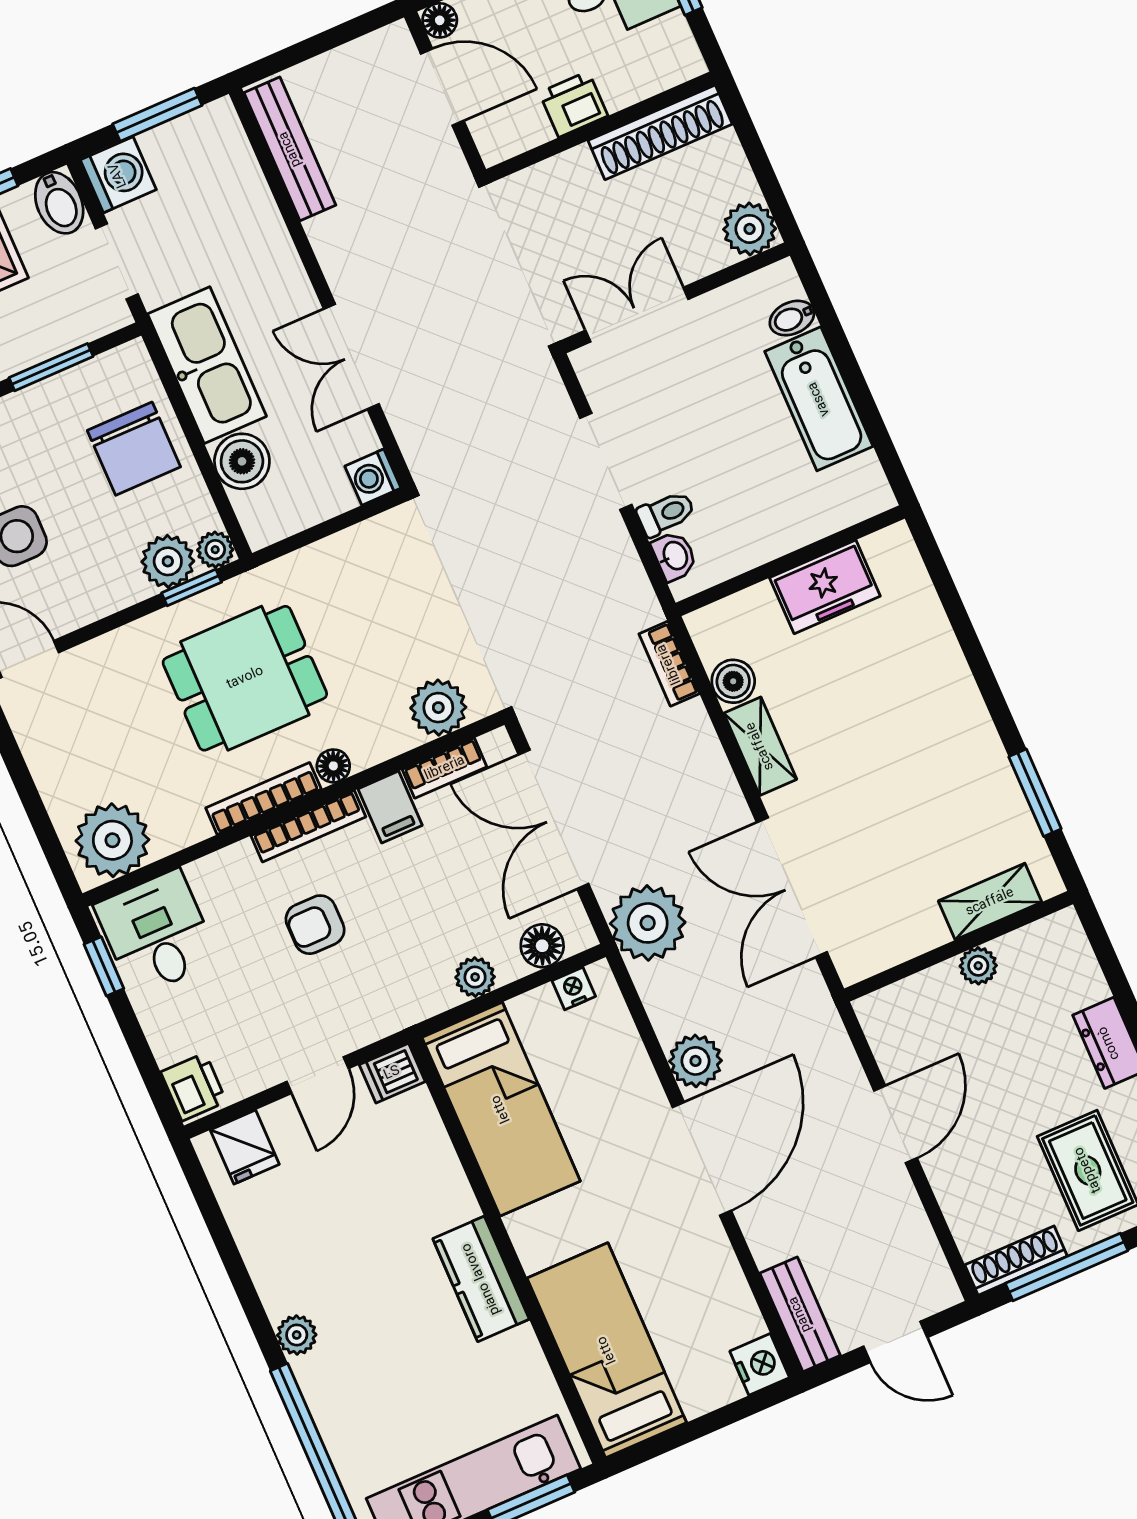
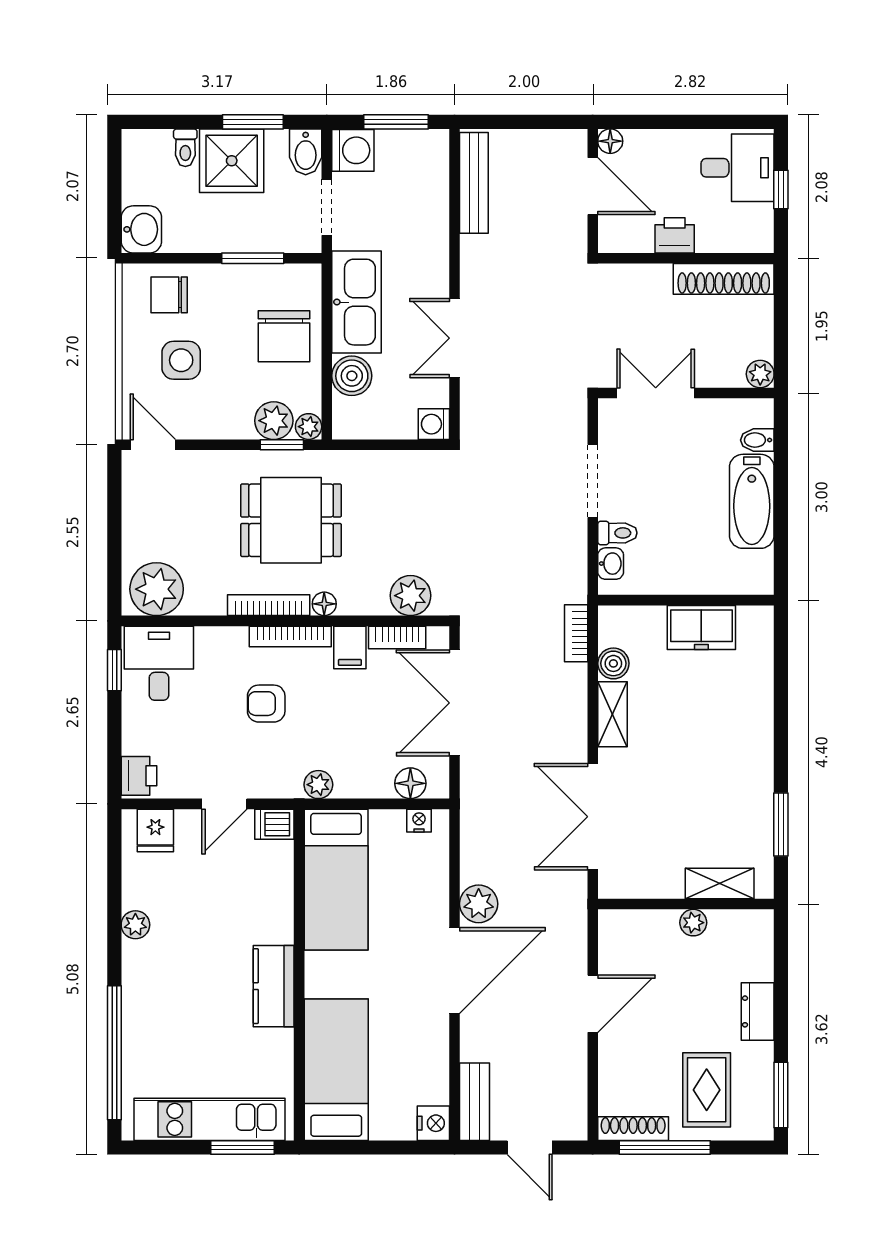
plant: (750, 229) -> (760, 374), width x0.73, depth x0.73
plant: (648, 923) -> (487, 799), removed
plant: (475, 977) -> (318, 785), moved
plant: (297, 1335) -> (135, 925), moved

